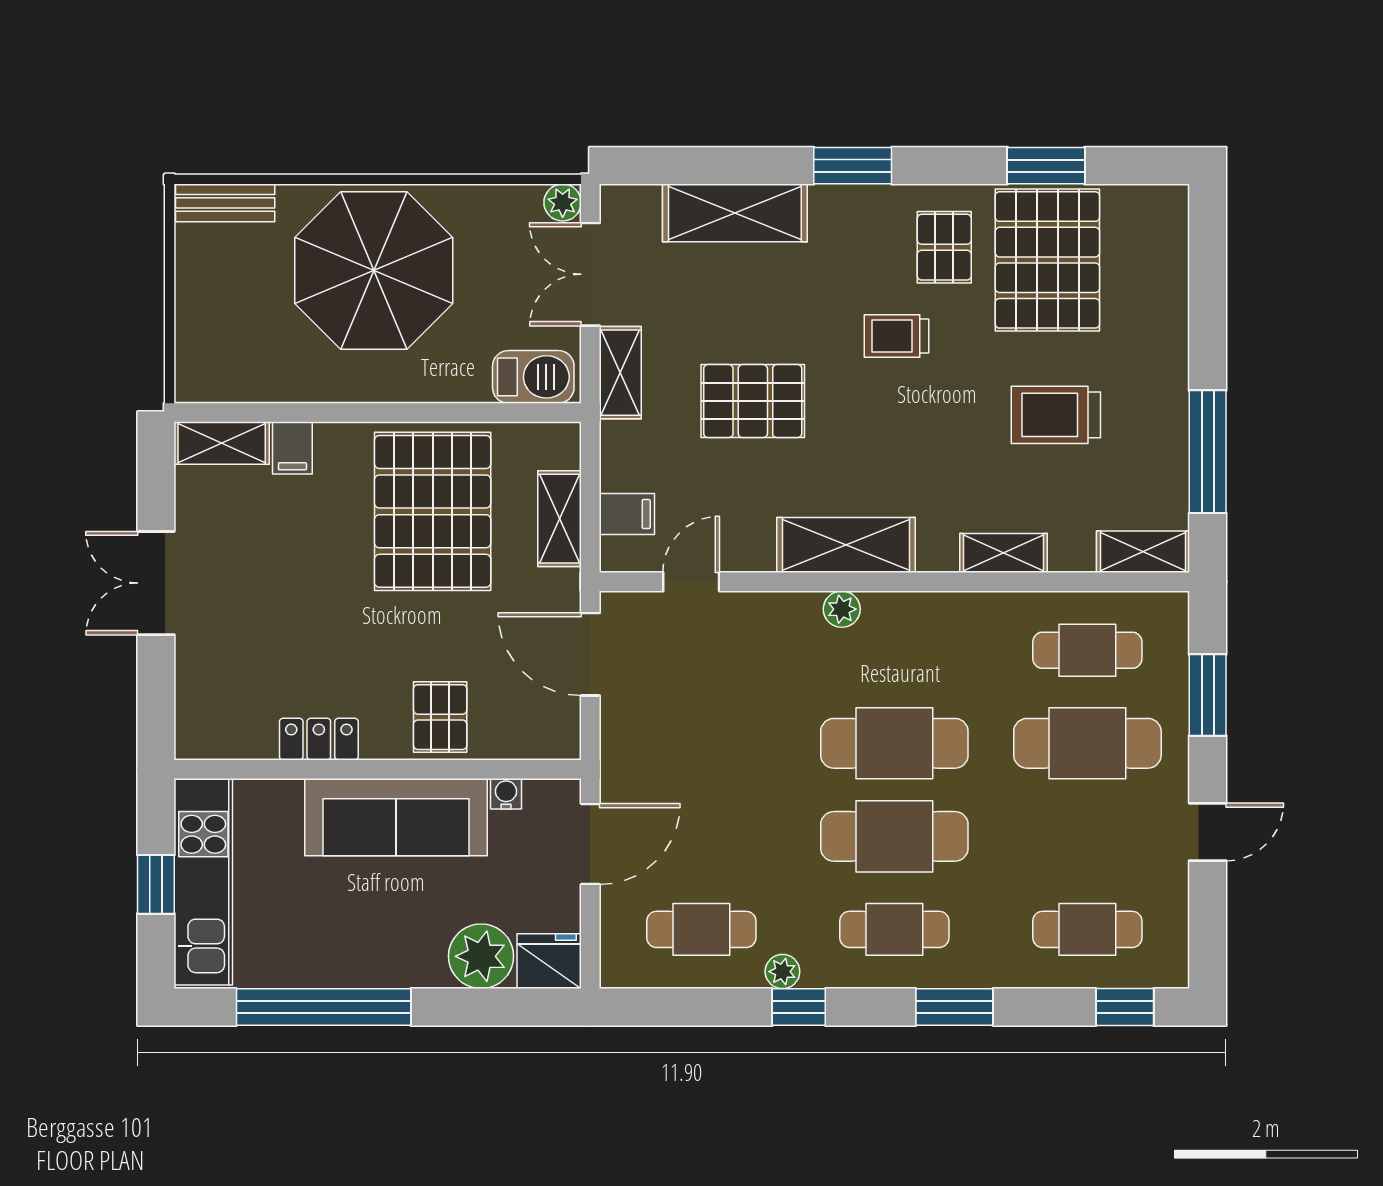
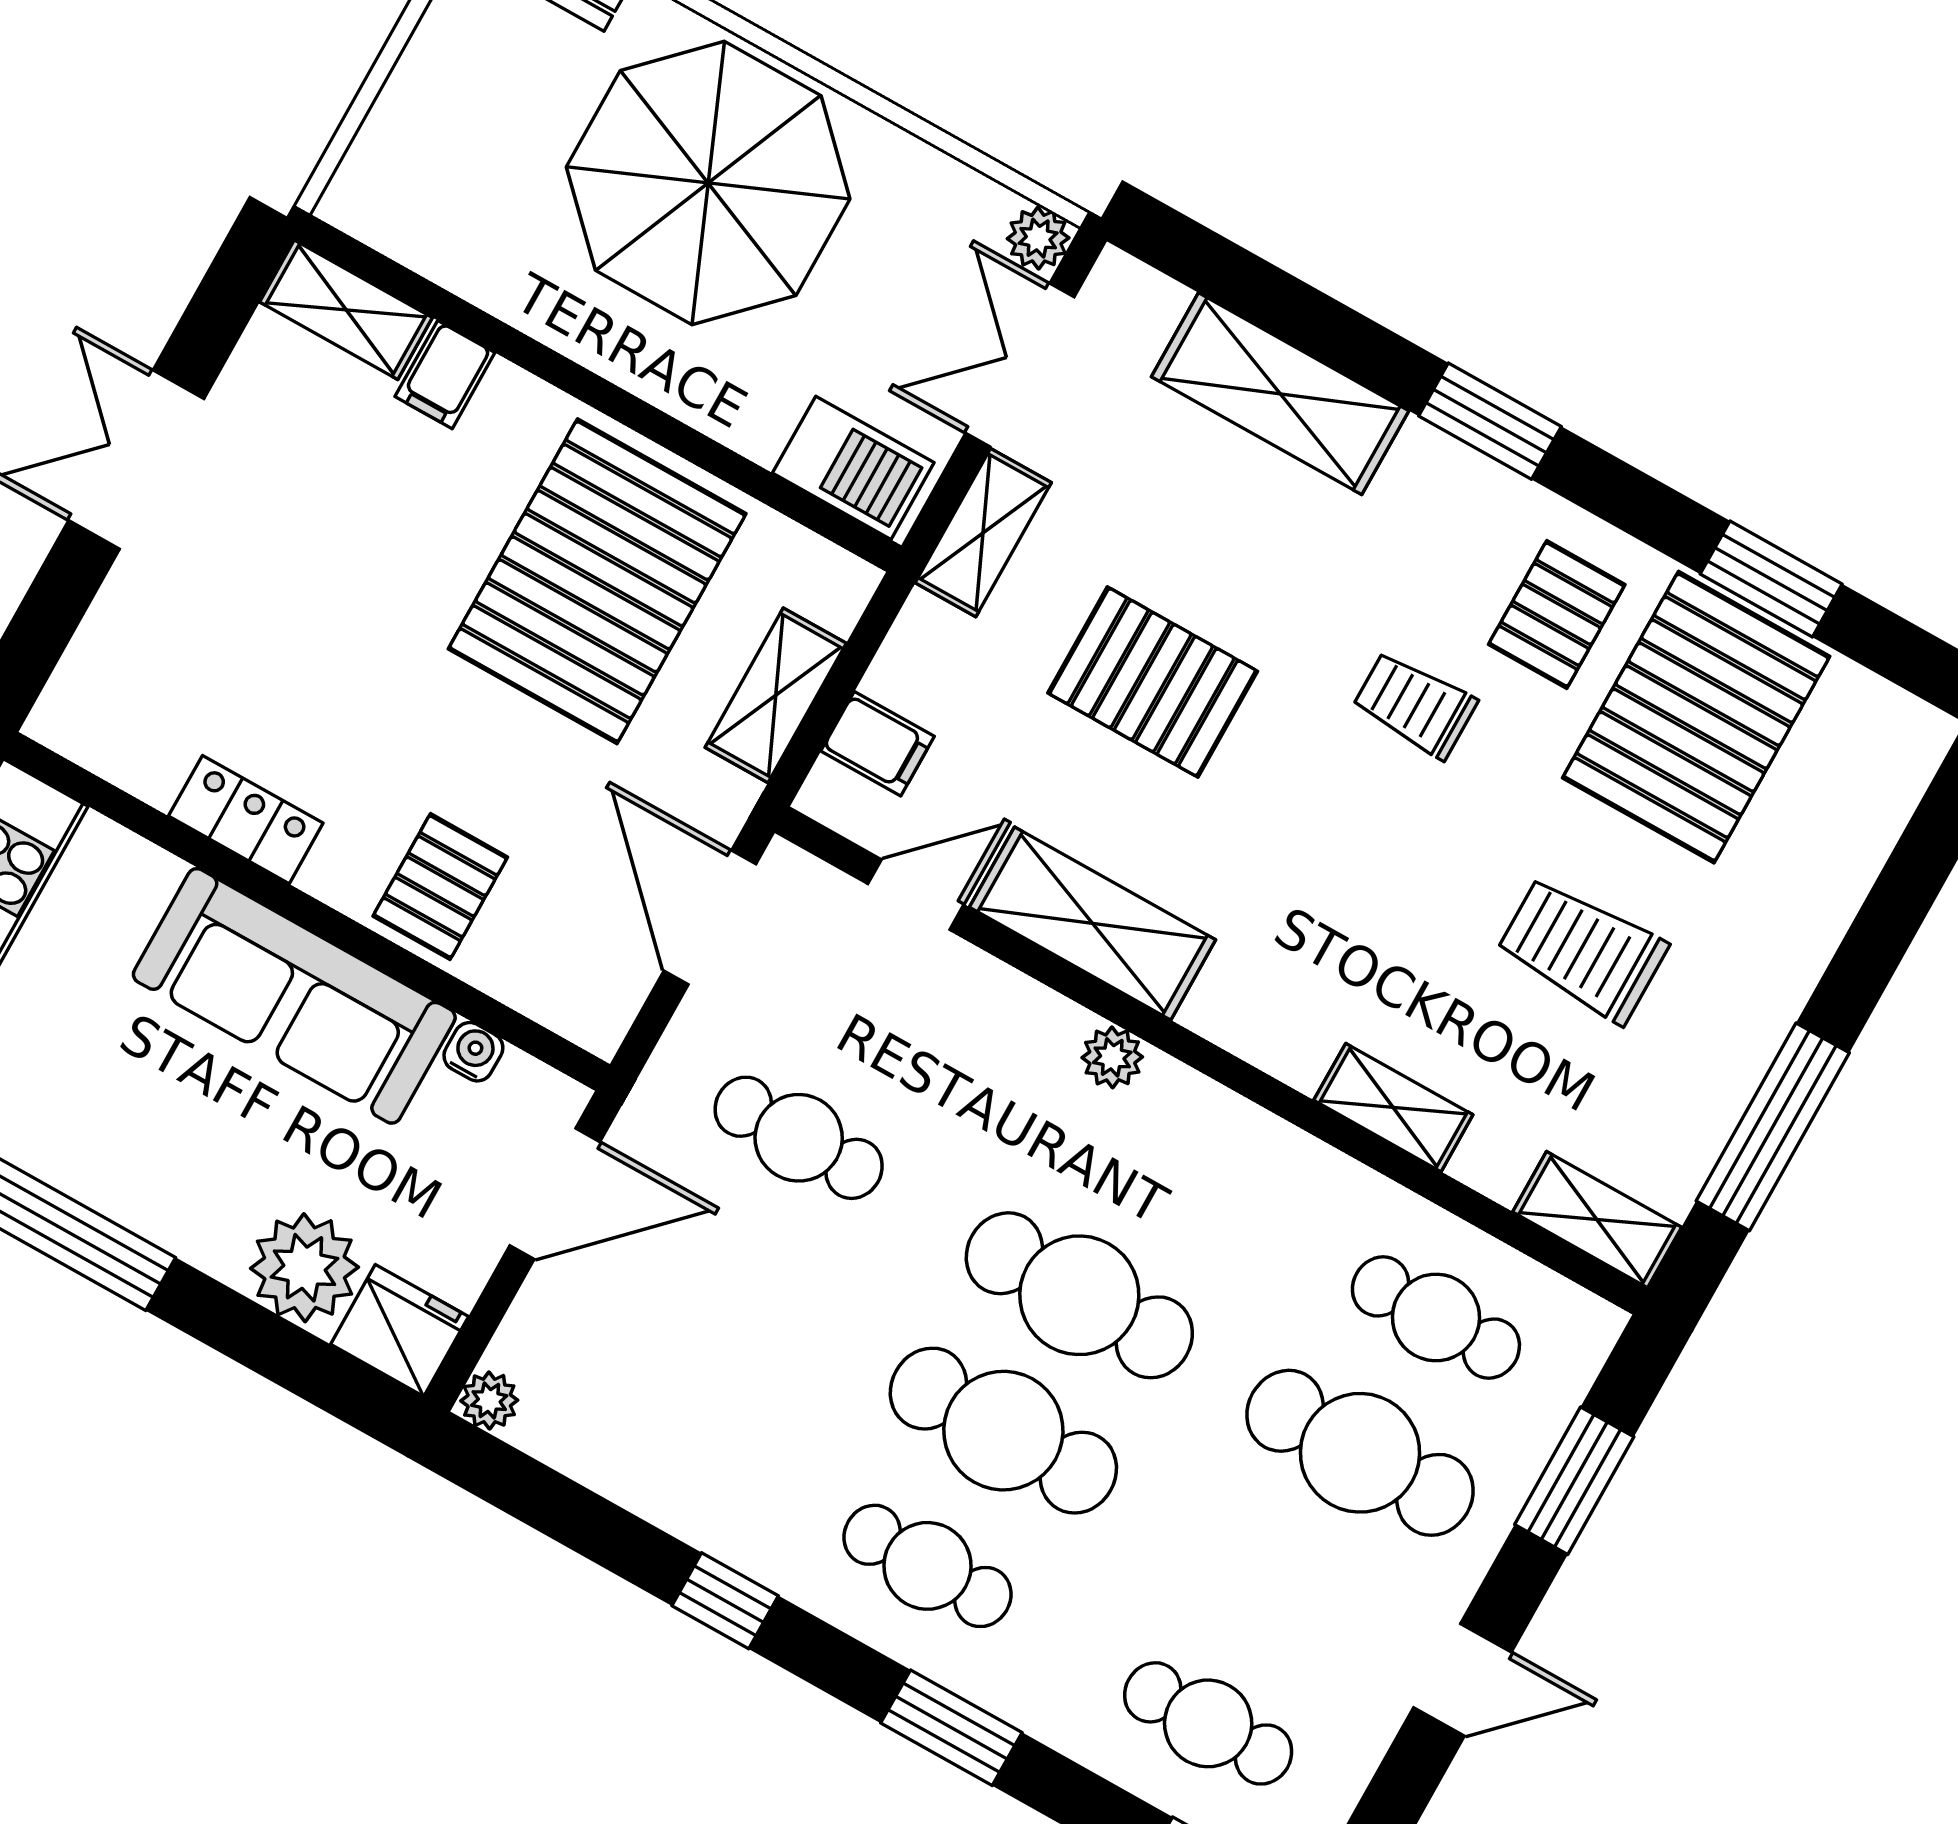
shelving: (846, 545) -> (1093, 923), moved
cafe table: (701, 929) -> (799, 1138), moved
plant: (782, 972) -> (489, 1401), moved

